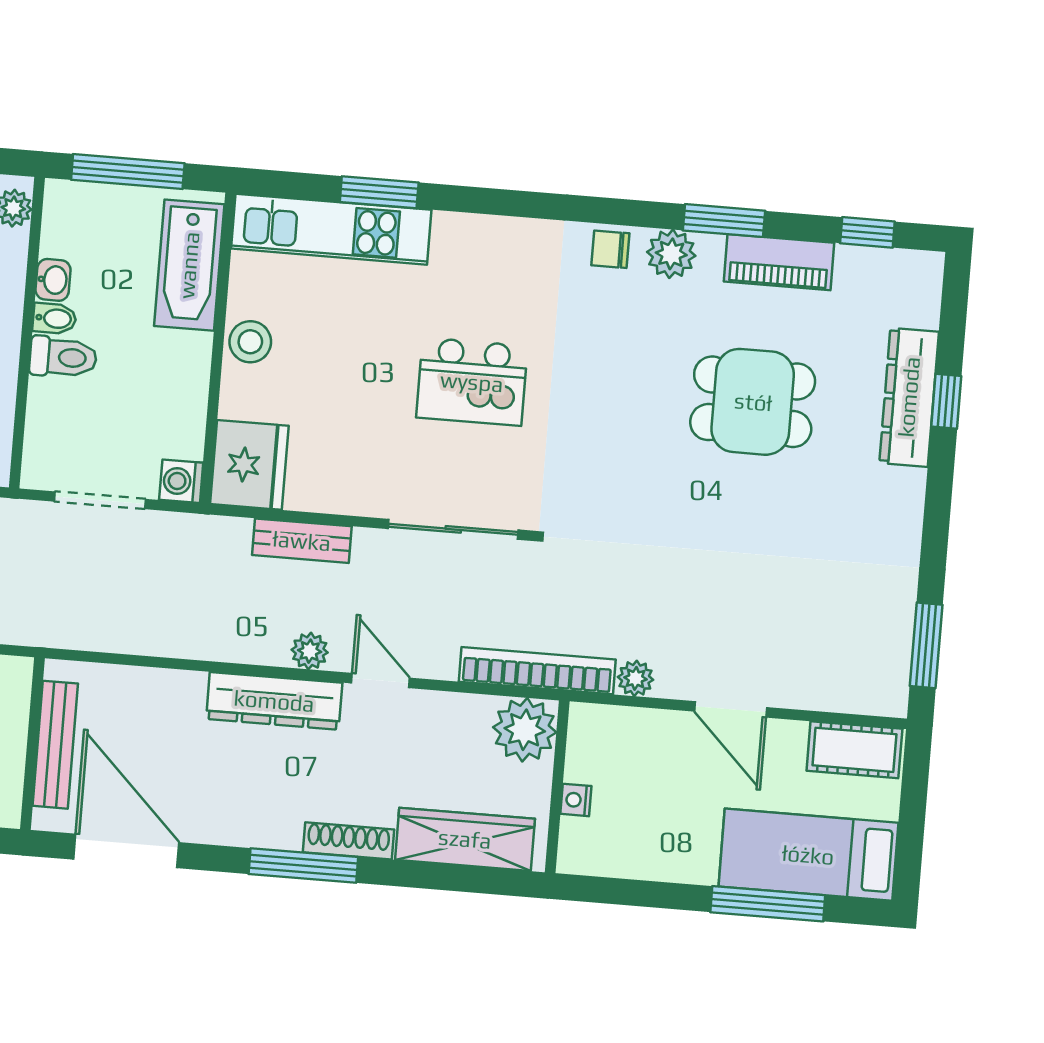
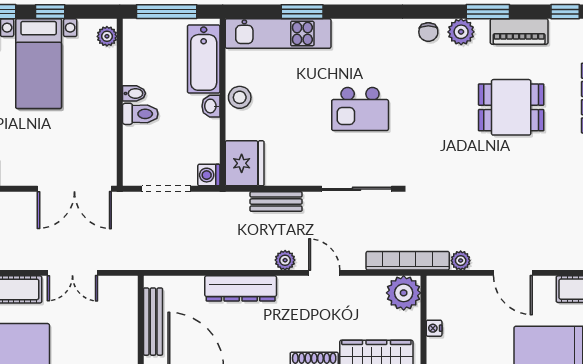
chair: (610, 249) -> (428, 32), turned -90
washbasin: (53, 280) -> (211, 106), moved, turned 180
dresser: (274, 701) -> (241, 288), moved

